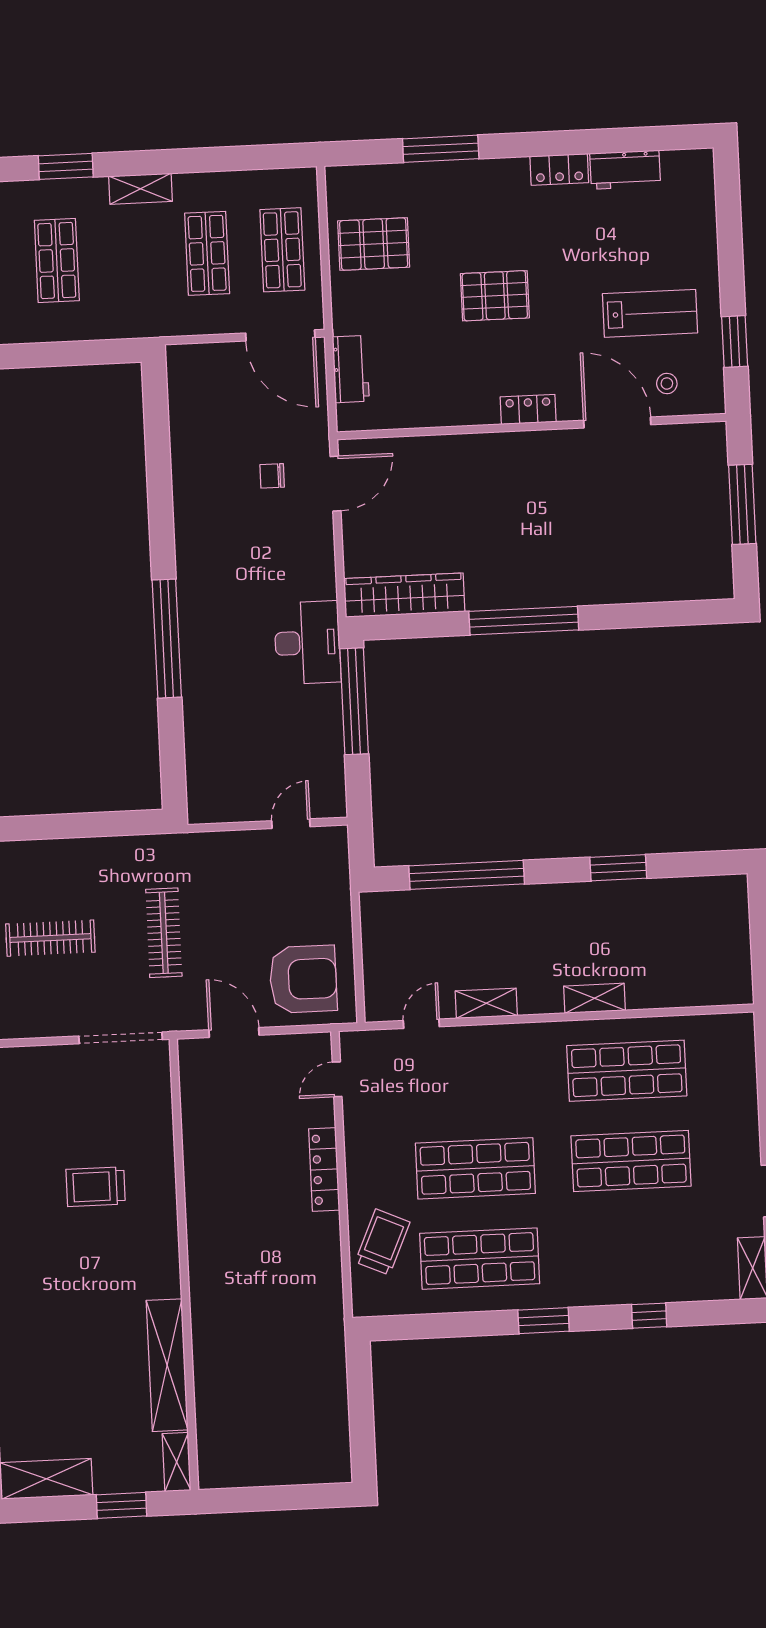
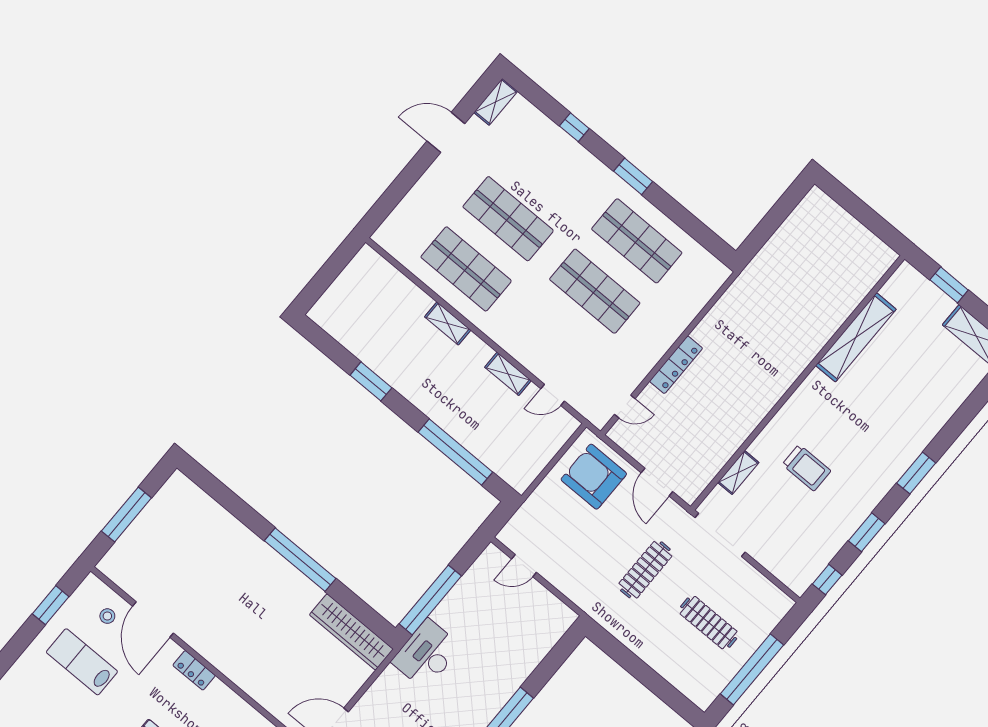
trolley: (383, 1242) -> (680, 297), removed
shelving: (177, 1462) -> (738, 472), moved

